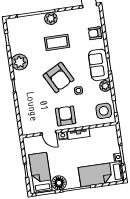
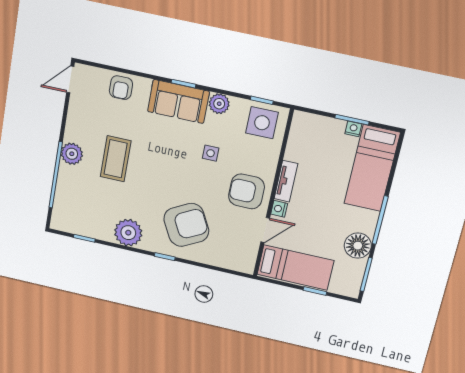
armchair: (59, 77) -> (186, 225), moved
bed: (41, 173) -> (295, 267), moved, turned 180

